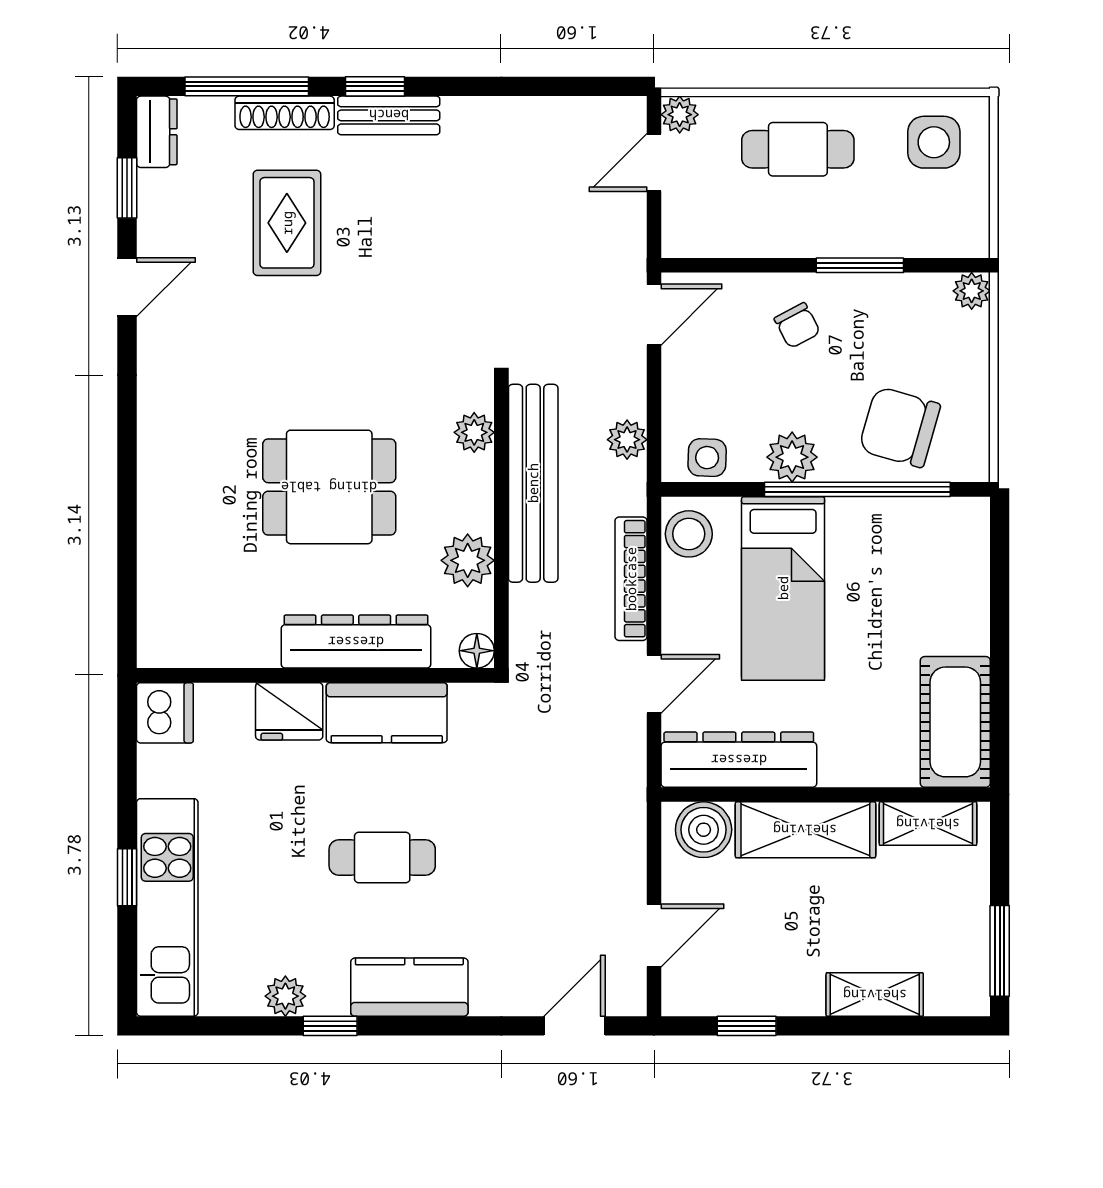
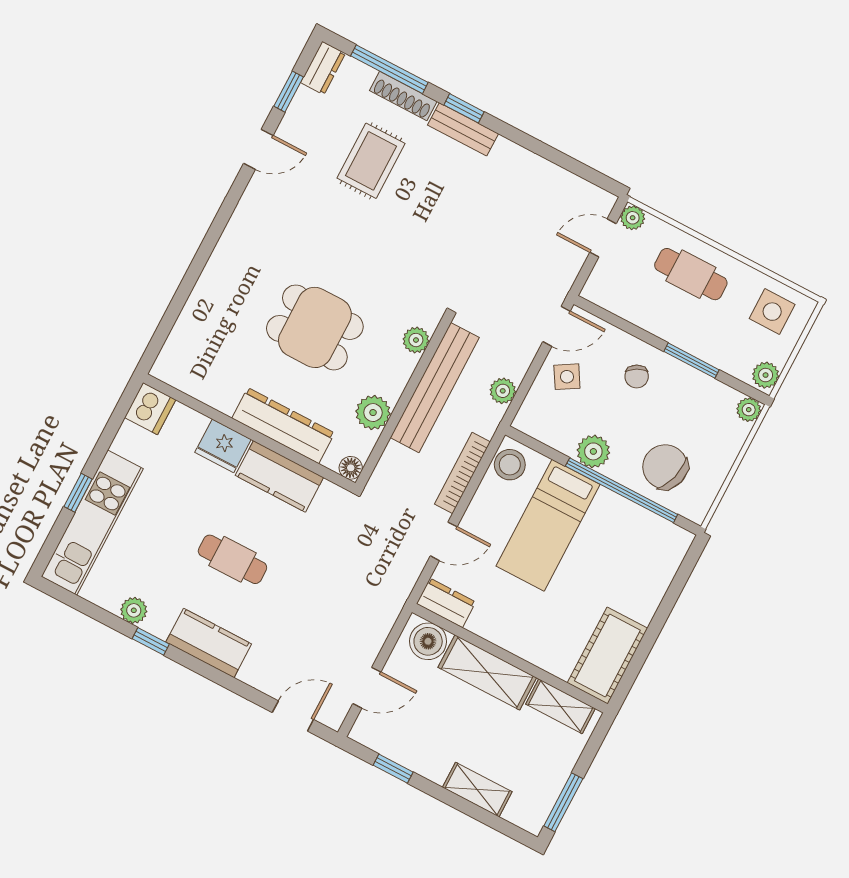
plant: (970, 232) -> (766, 375), added
side table: (707, 458) -> (567, 377), moved, turned -33
dresser: (739, 760) -> (446, 603), width x0.51, depth x0.80

